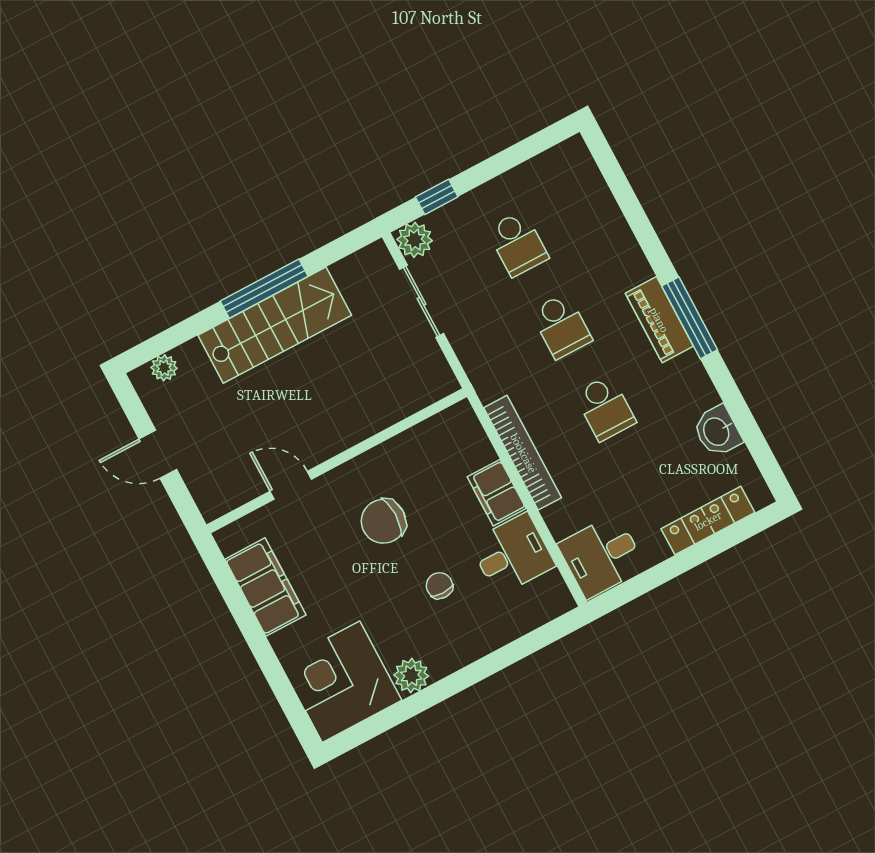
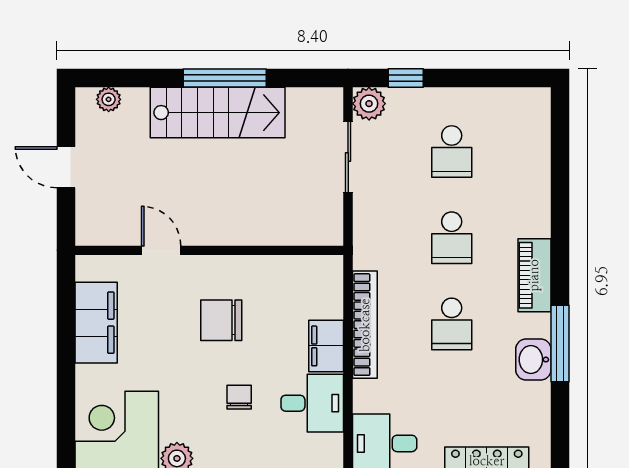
window: (690, 318) -> (560, 343), moved
washbasin: (717, 431) -> (533, 360), moved

